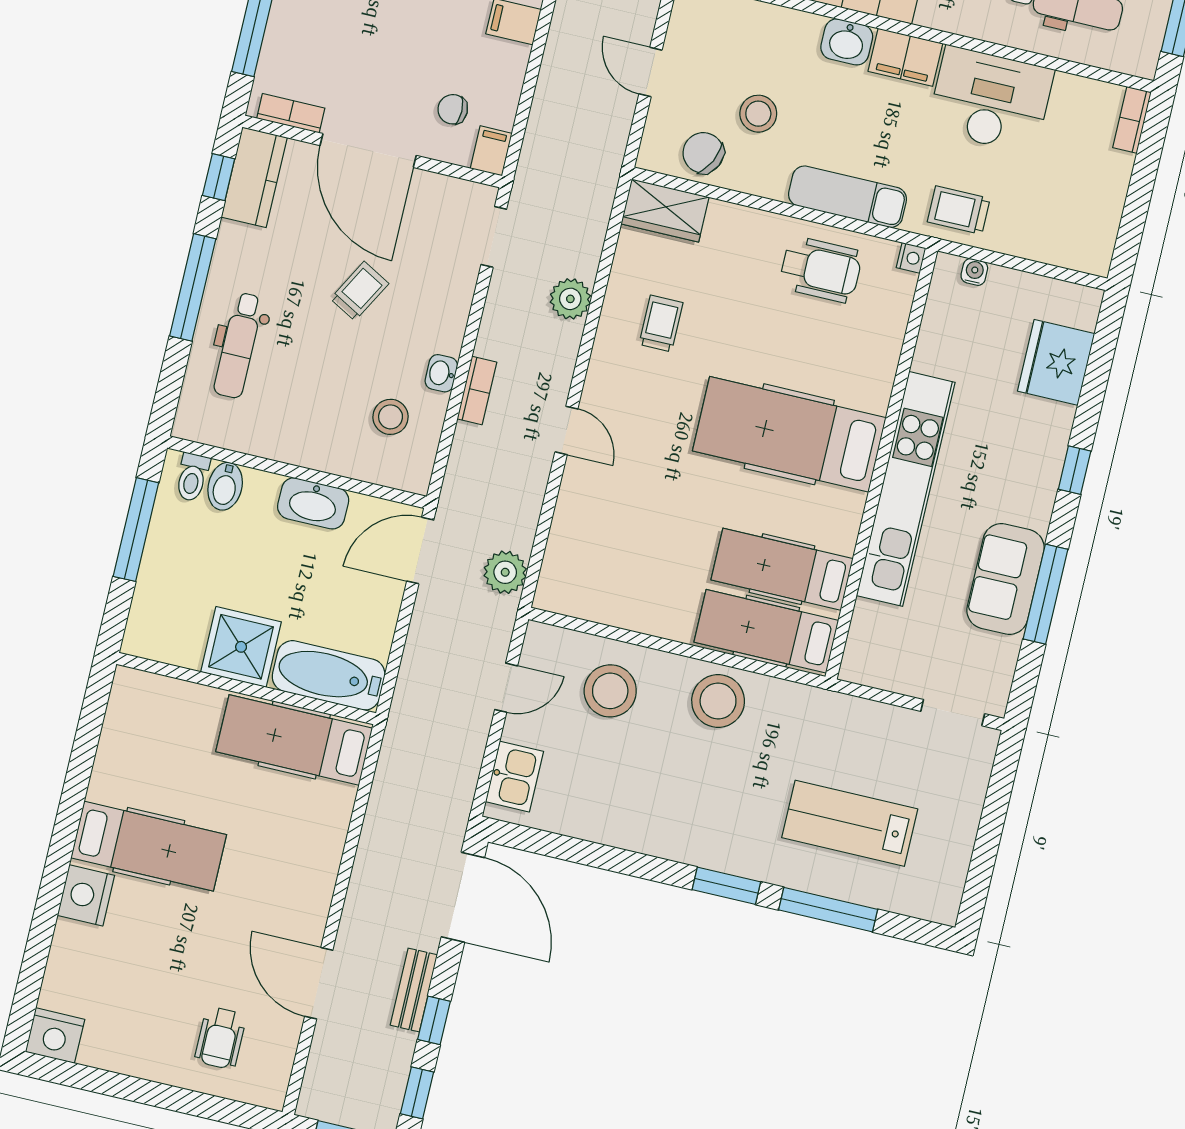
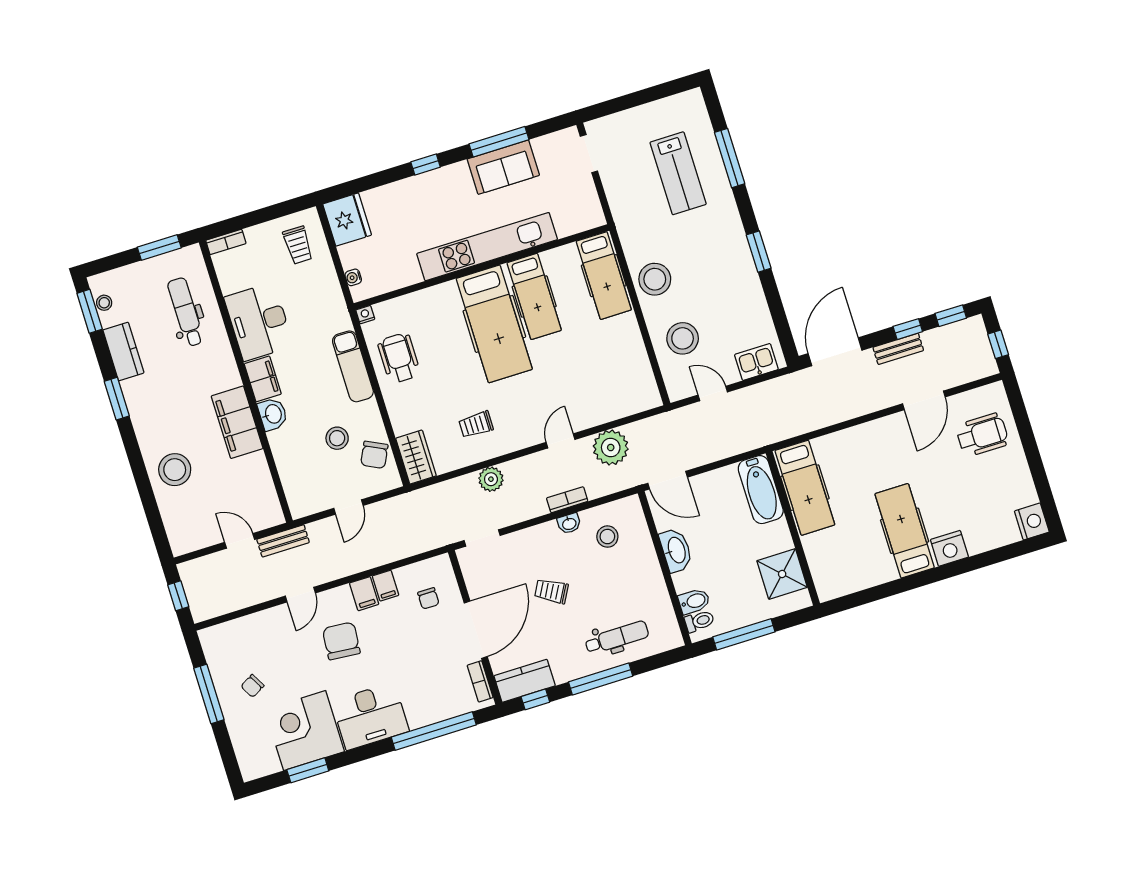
filing cabinet: (491, 151) -> (386, 586), moved, turned -90
trolley: (959, 210) -> (298, 245), moved
fridge: (1056, 362) -> (347, 220), moved, turned -90
hospital bed: (782, 569) -> (534, 296), moved
plant: (505, 572) -> (611, 447), moved, width x1.36, depth x1.36
shower: (241, 647) -> (782, 574), moved
window: (726, 886) -> (759, 252), moved
wheelchair: (220, 1038) -> (982, 435), width x1.36, depth x1.37

